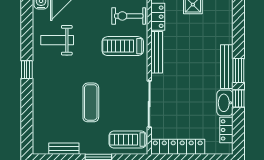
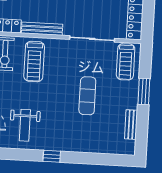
exercise mat: (91, 102) -> (87, 96), turned 90

